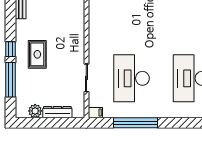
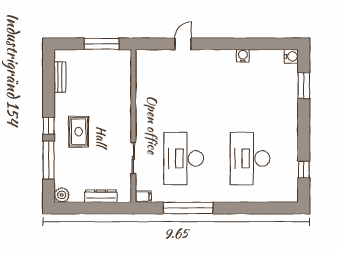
plant: (35, 111) -> (62, 195), moved

